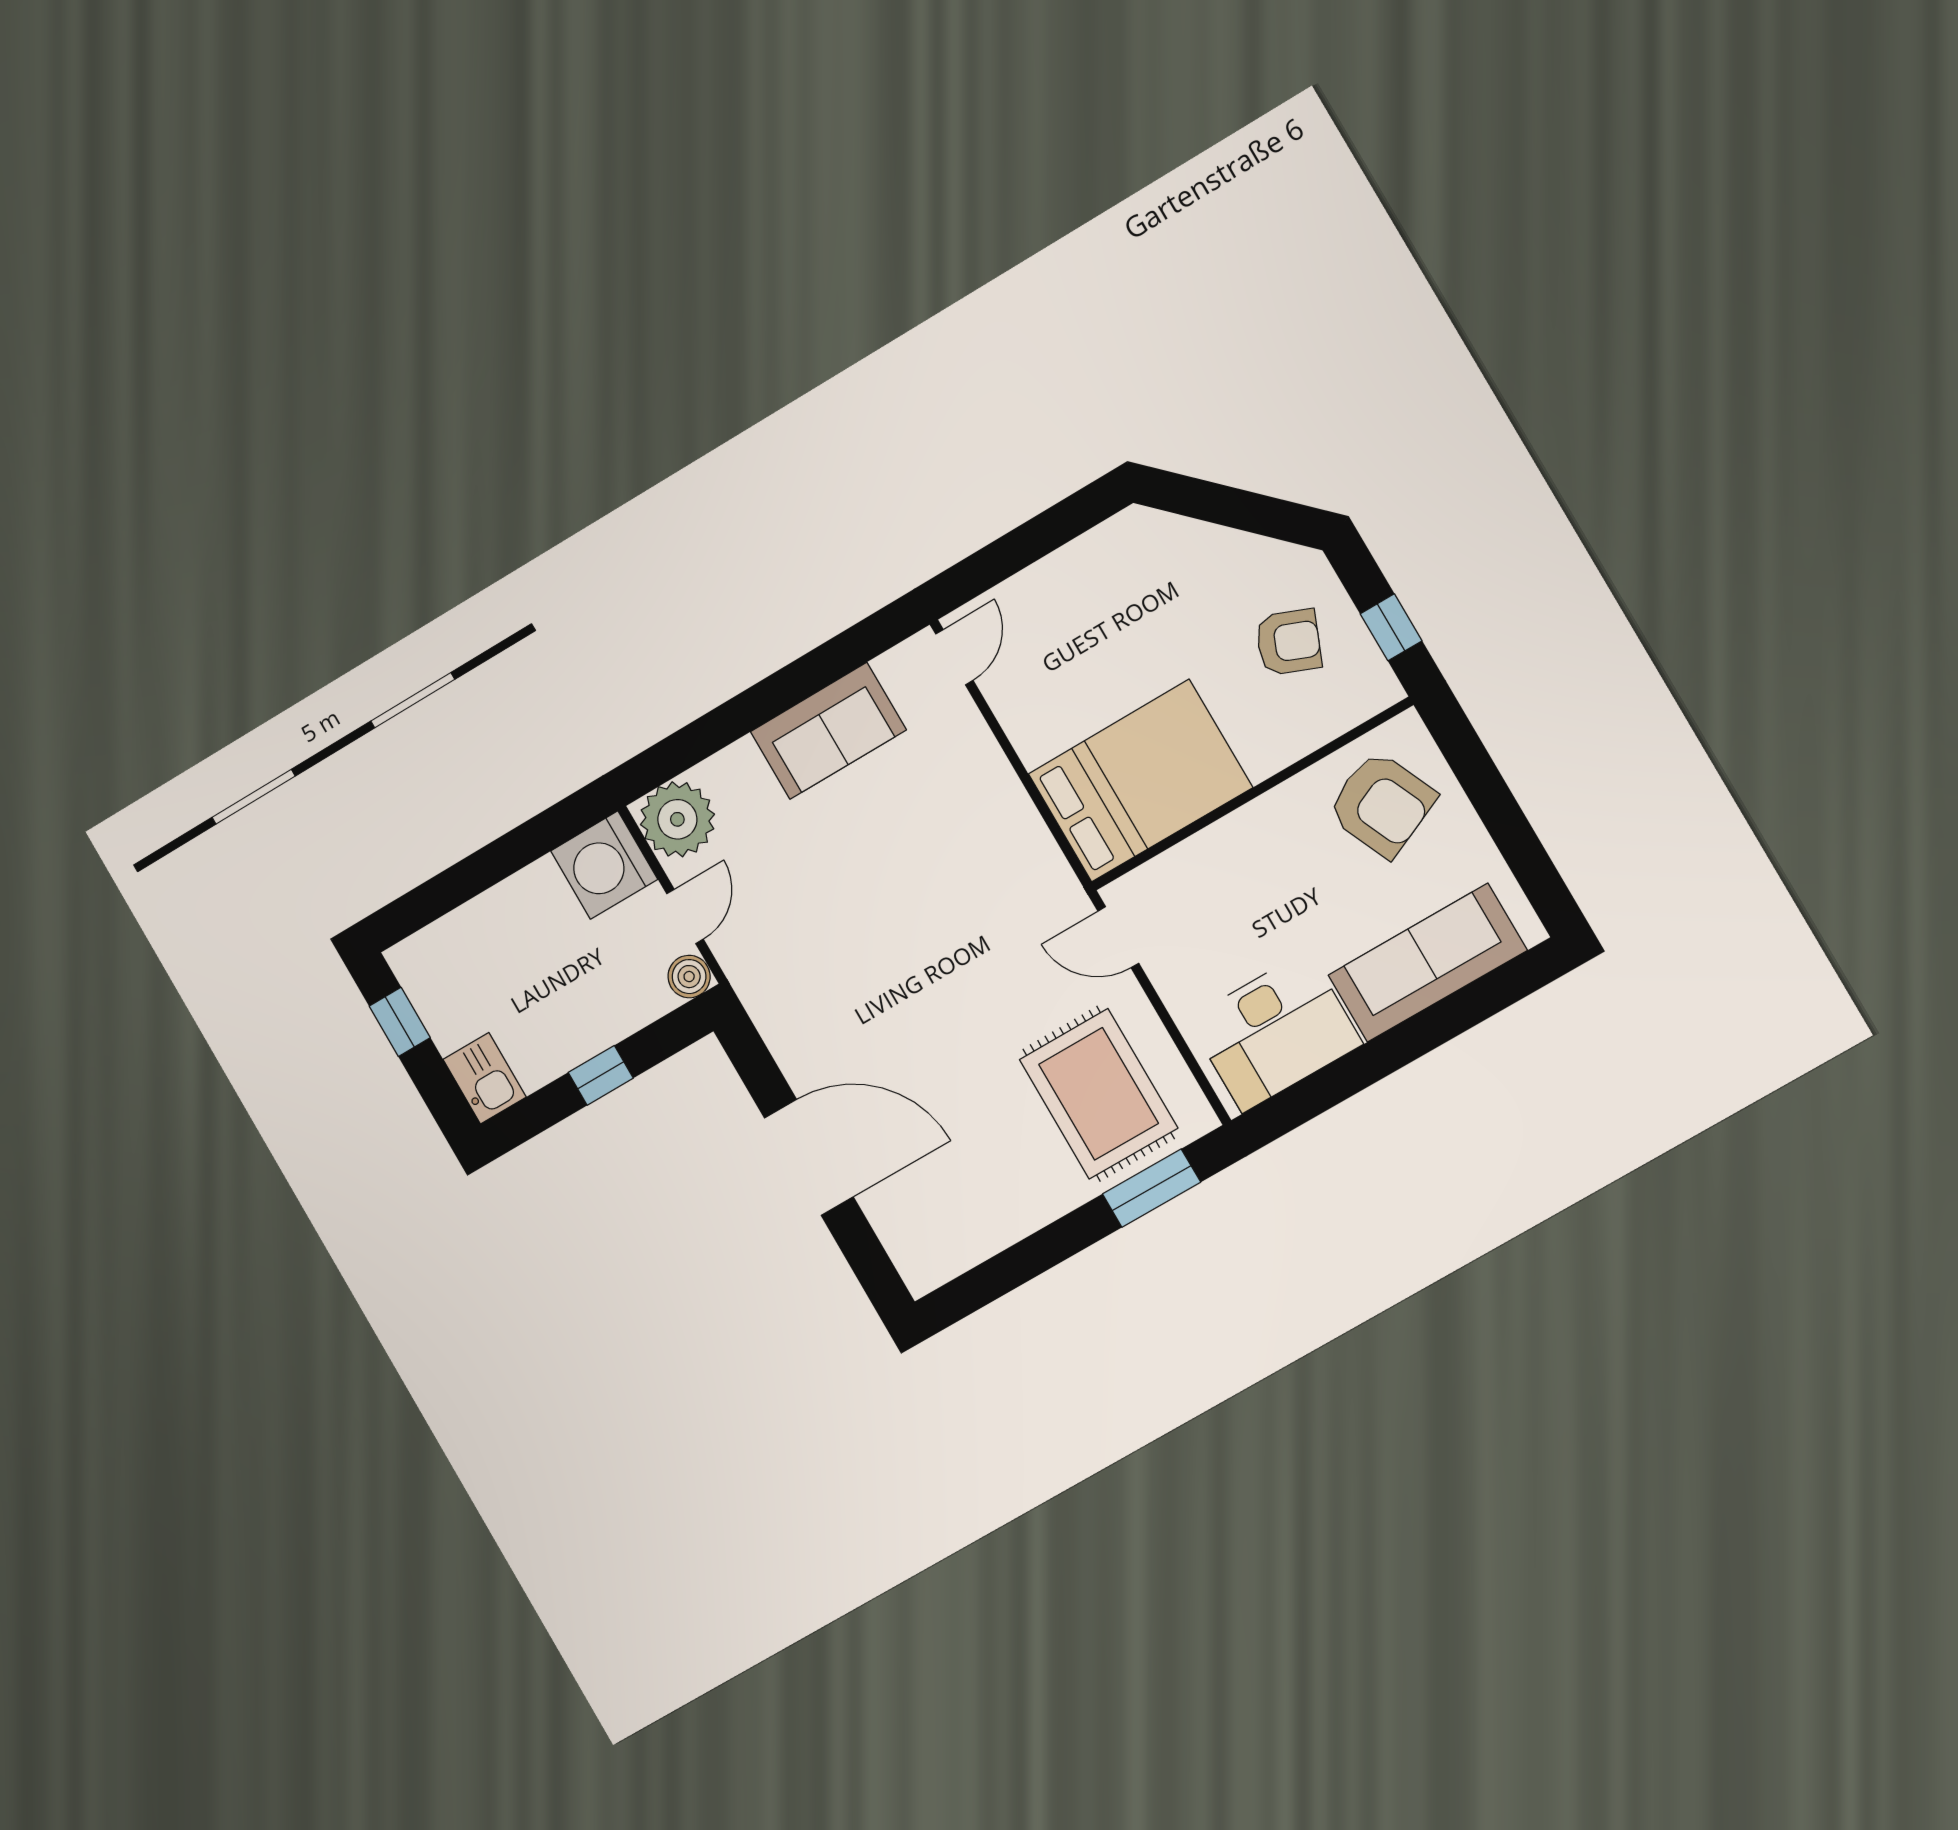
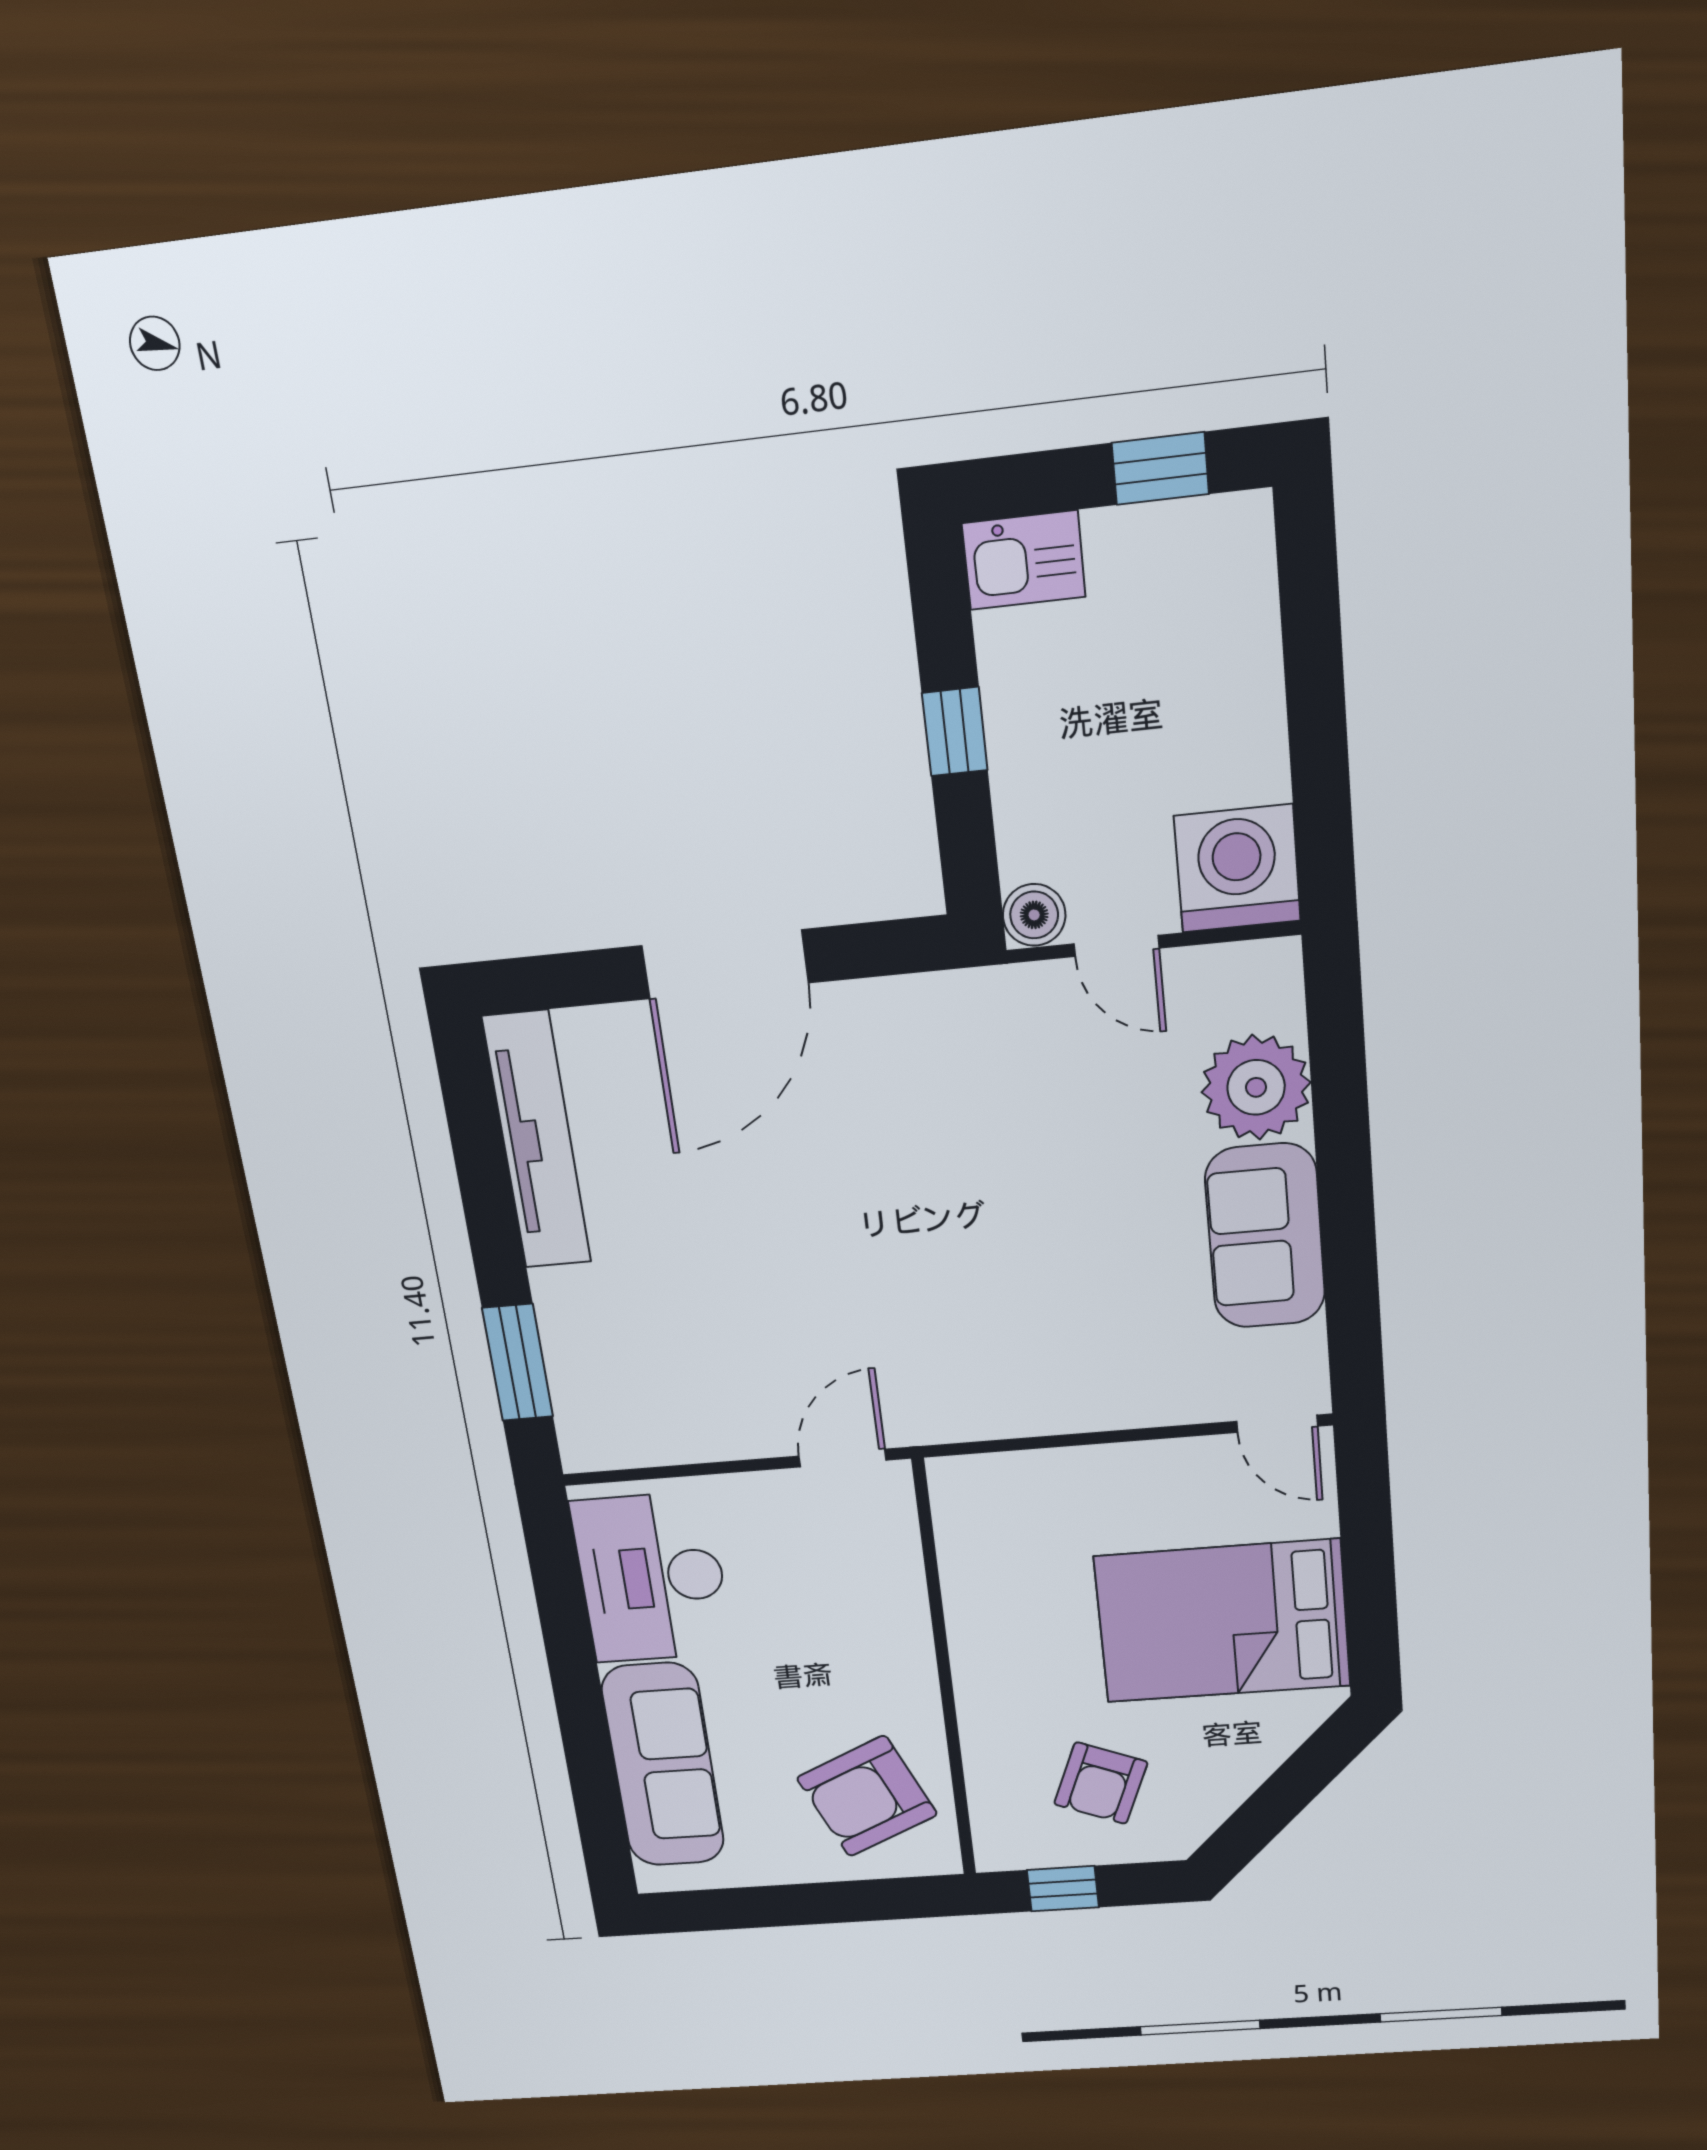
bed: (1140, 781) -> (1222, 1621), moved, turned 90
plant: (677, 819) -> (1256, 1087), moved
rug: (1099, 1094) -> (660, 1353), removed
tv unit: (984, 1234) -> (537, 1141), added

